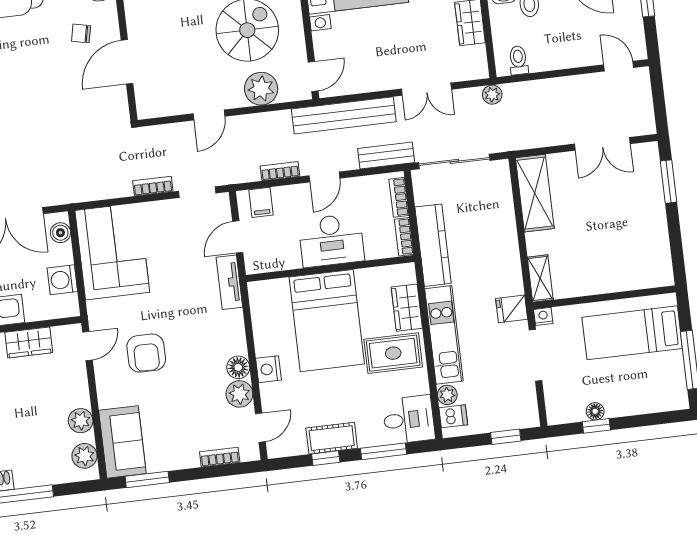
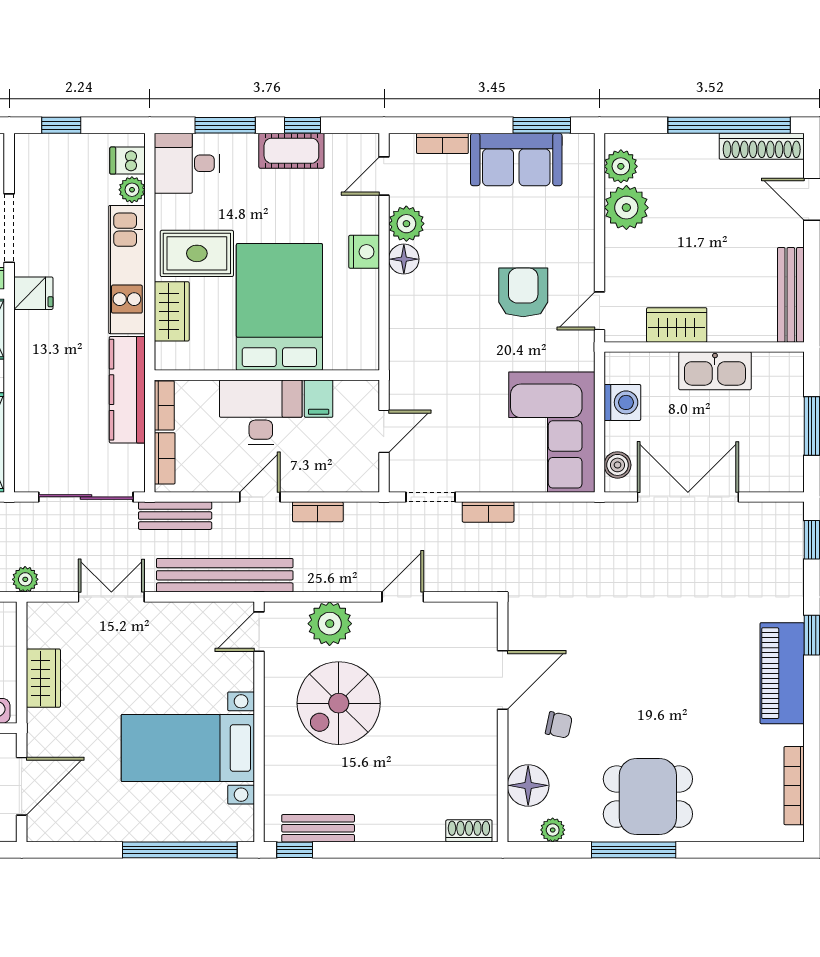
filing cabinet: (261, 202) -> (319, 399), moved, turned 180
tv unit: (229, 282) -> (402, 373), removed
plant: (81, 421) -> (626, 208), width x1.36, depth x1.36
sofa: (122, 442) -> (516, 159), moved, turned -90

